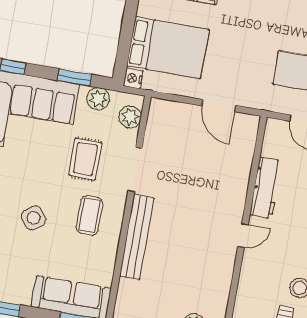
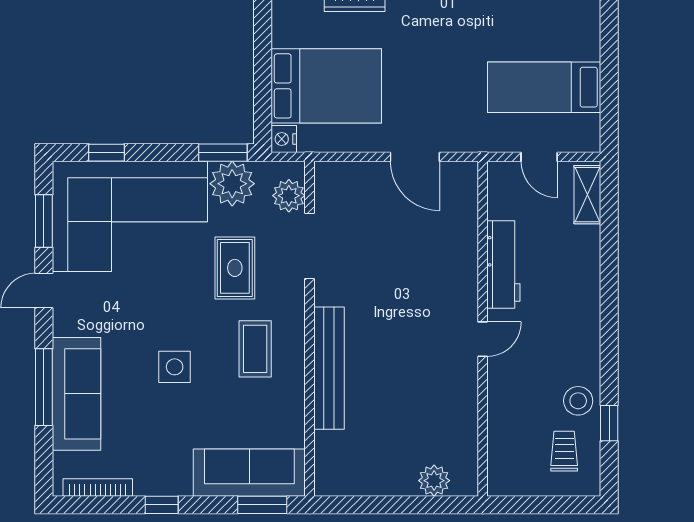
window: (75, 77) -> (223, 153), moved
plant: (98, 99) -> (232, 184), width x1.36, depth x1.36
doorway: (135, 169) -> (310, 246), moved
side table: (34, 218) -> (175, 367), turned 38

